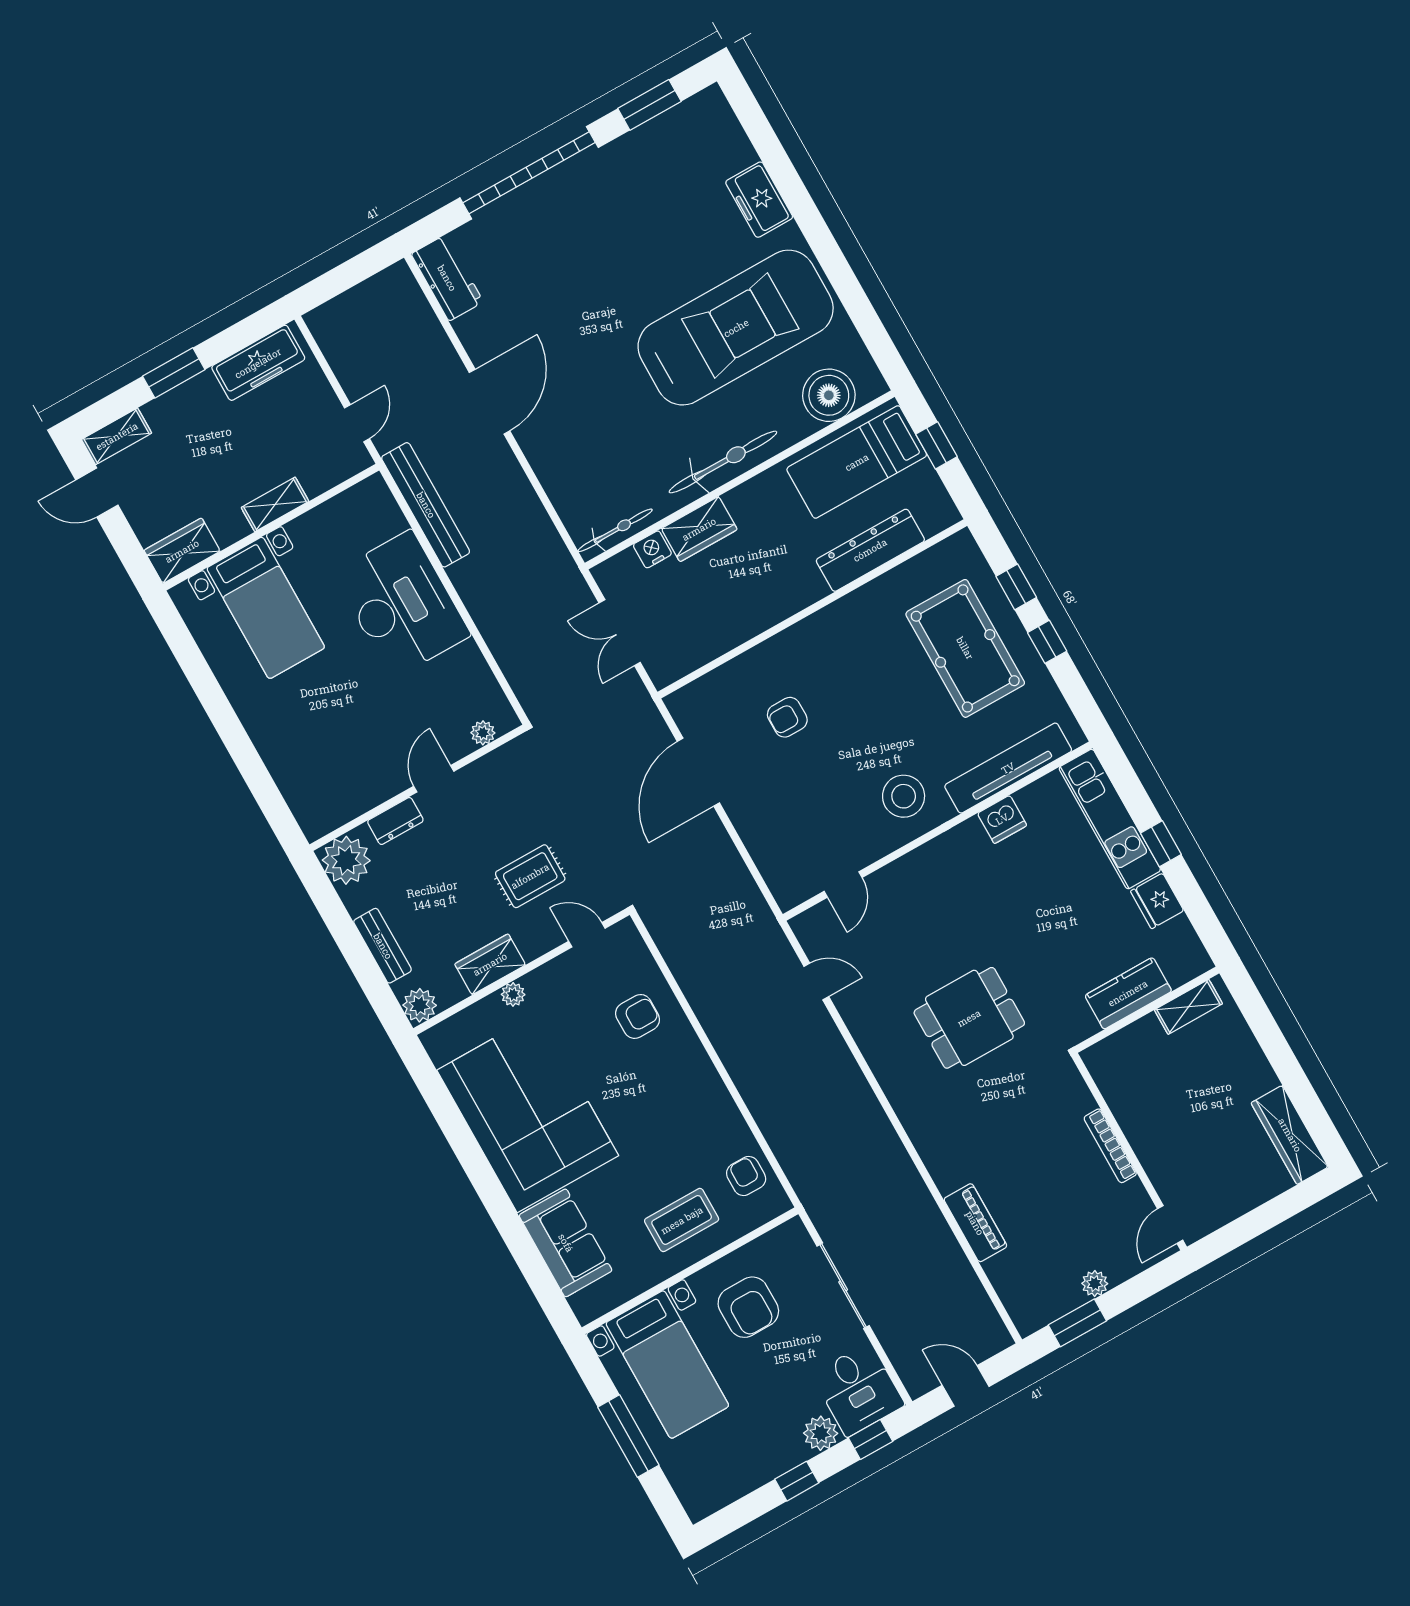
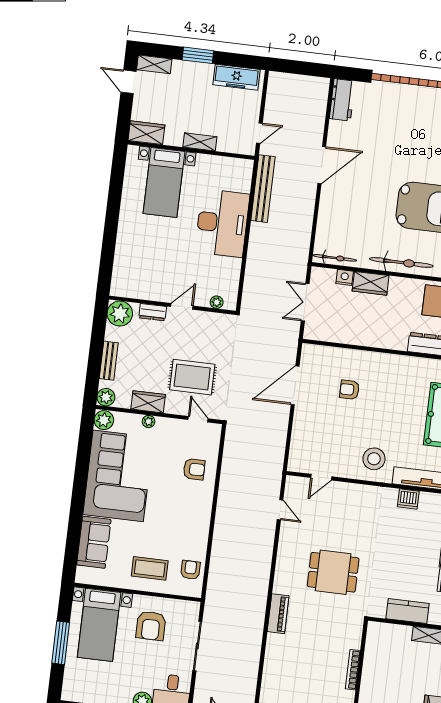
rug: (530, 876) -> (192, 377), width x1.36, depth x1.43
plant: (443, 1043) -> (104, 420), added
piano: (975, 1223) -> (278, 614), moved

